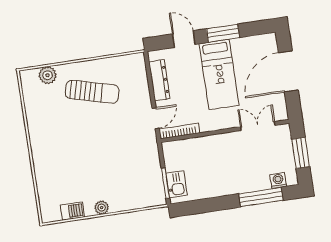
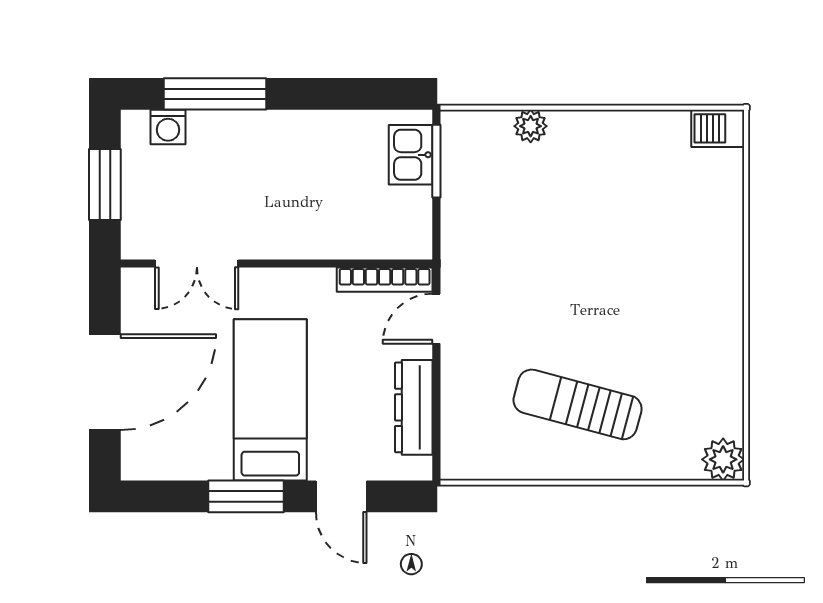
plant: (48, 75) -> (723, 459), moved
plant: (102, 208) -> (531, 126), moved
barbecue: (72, 211) -> (718, 128), moved

